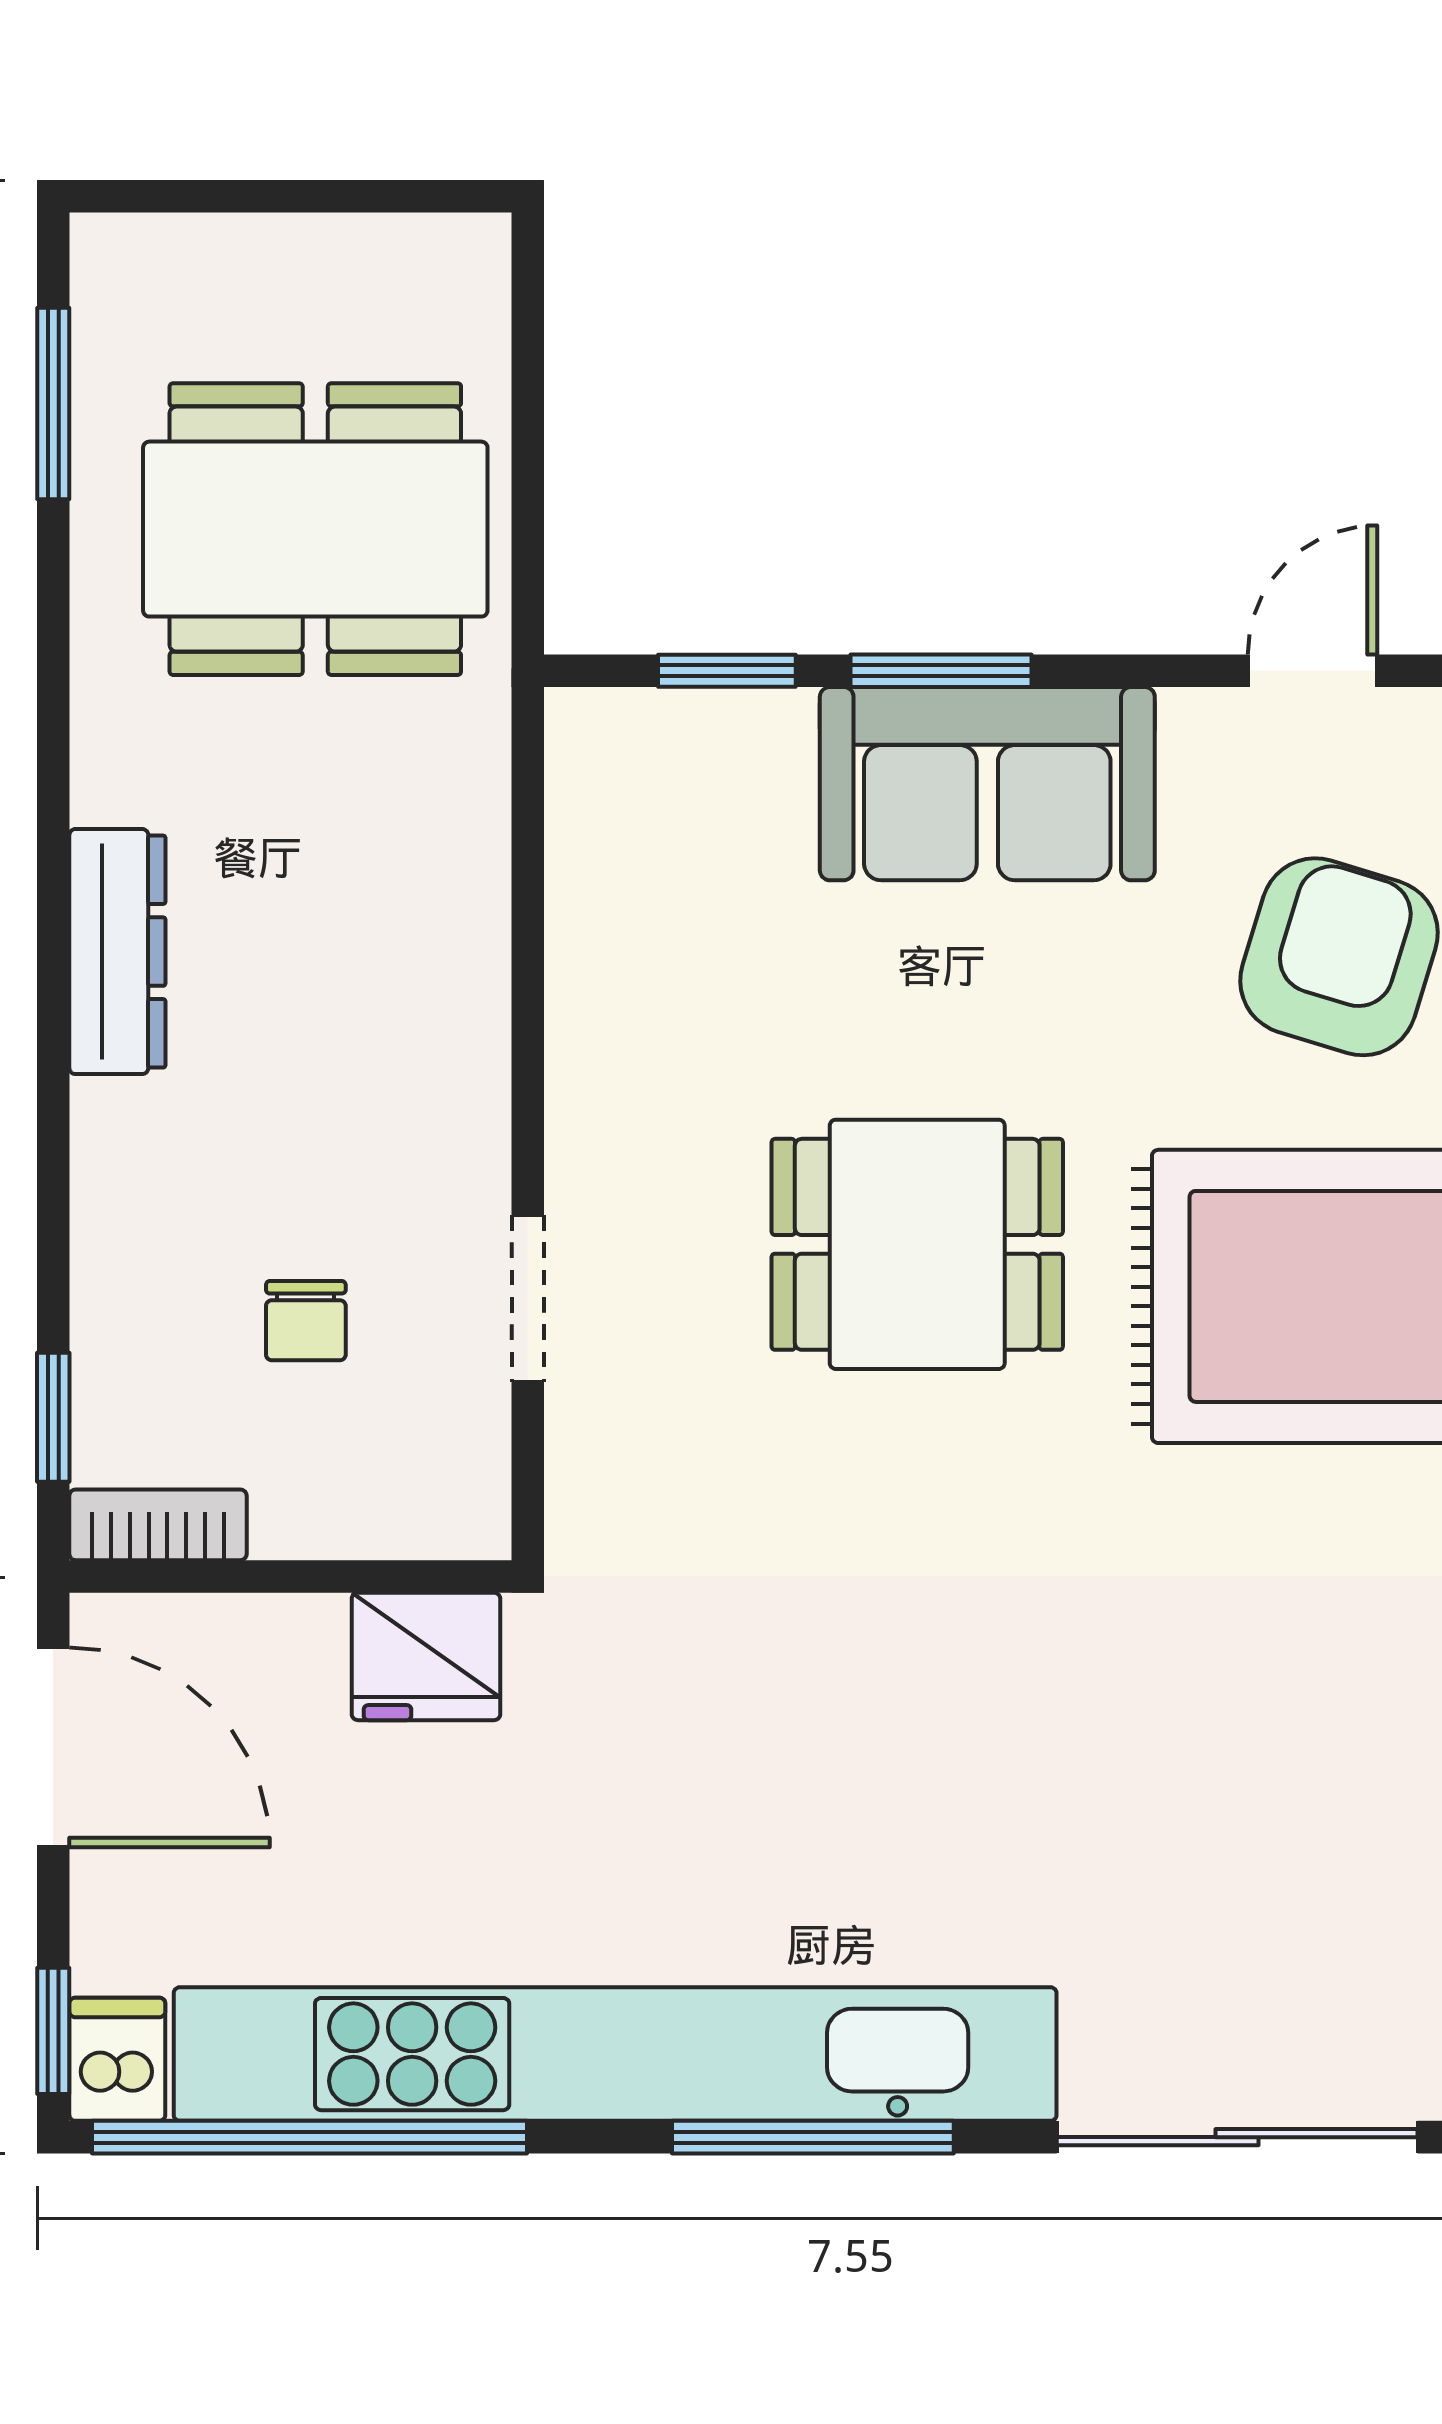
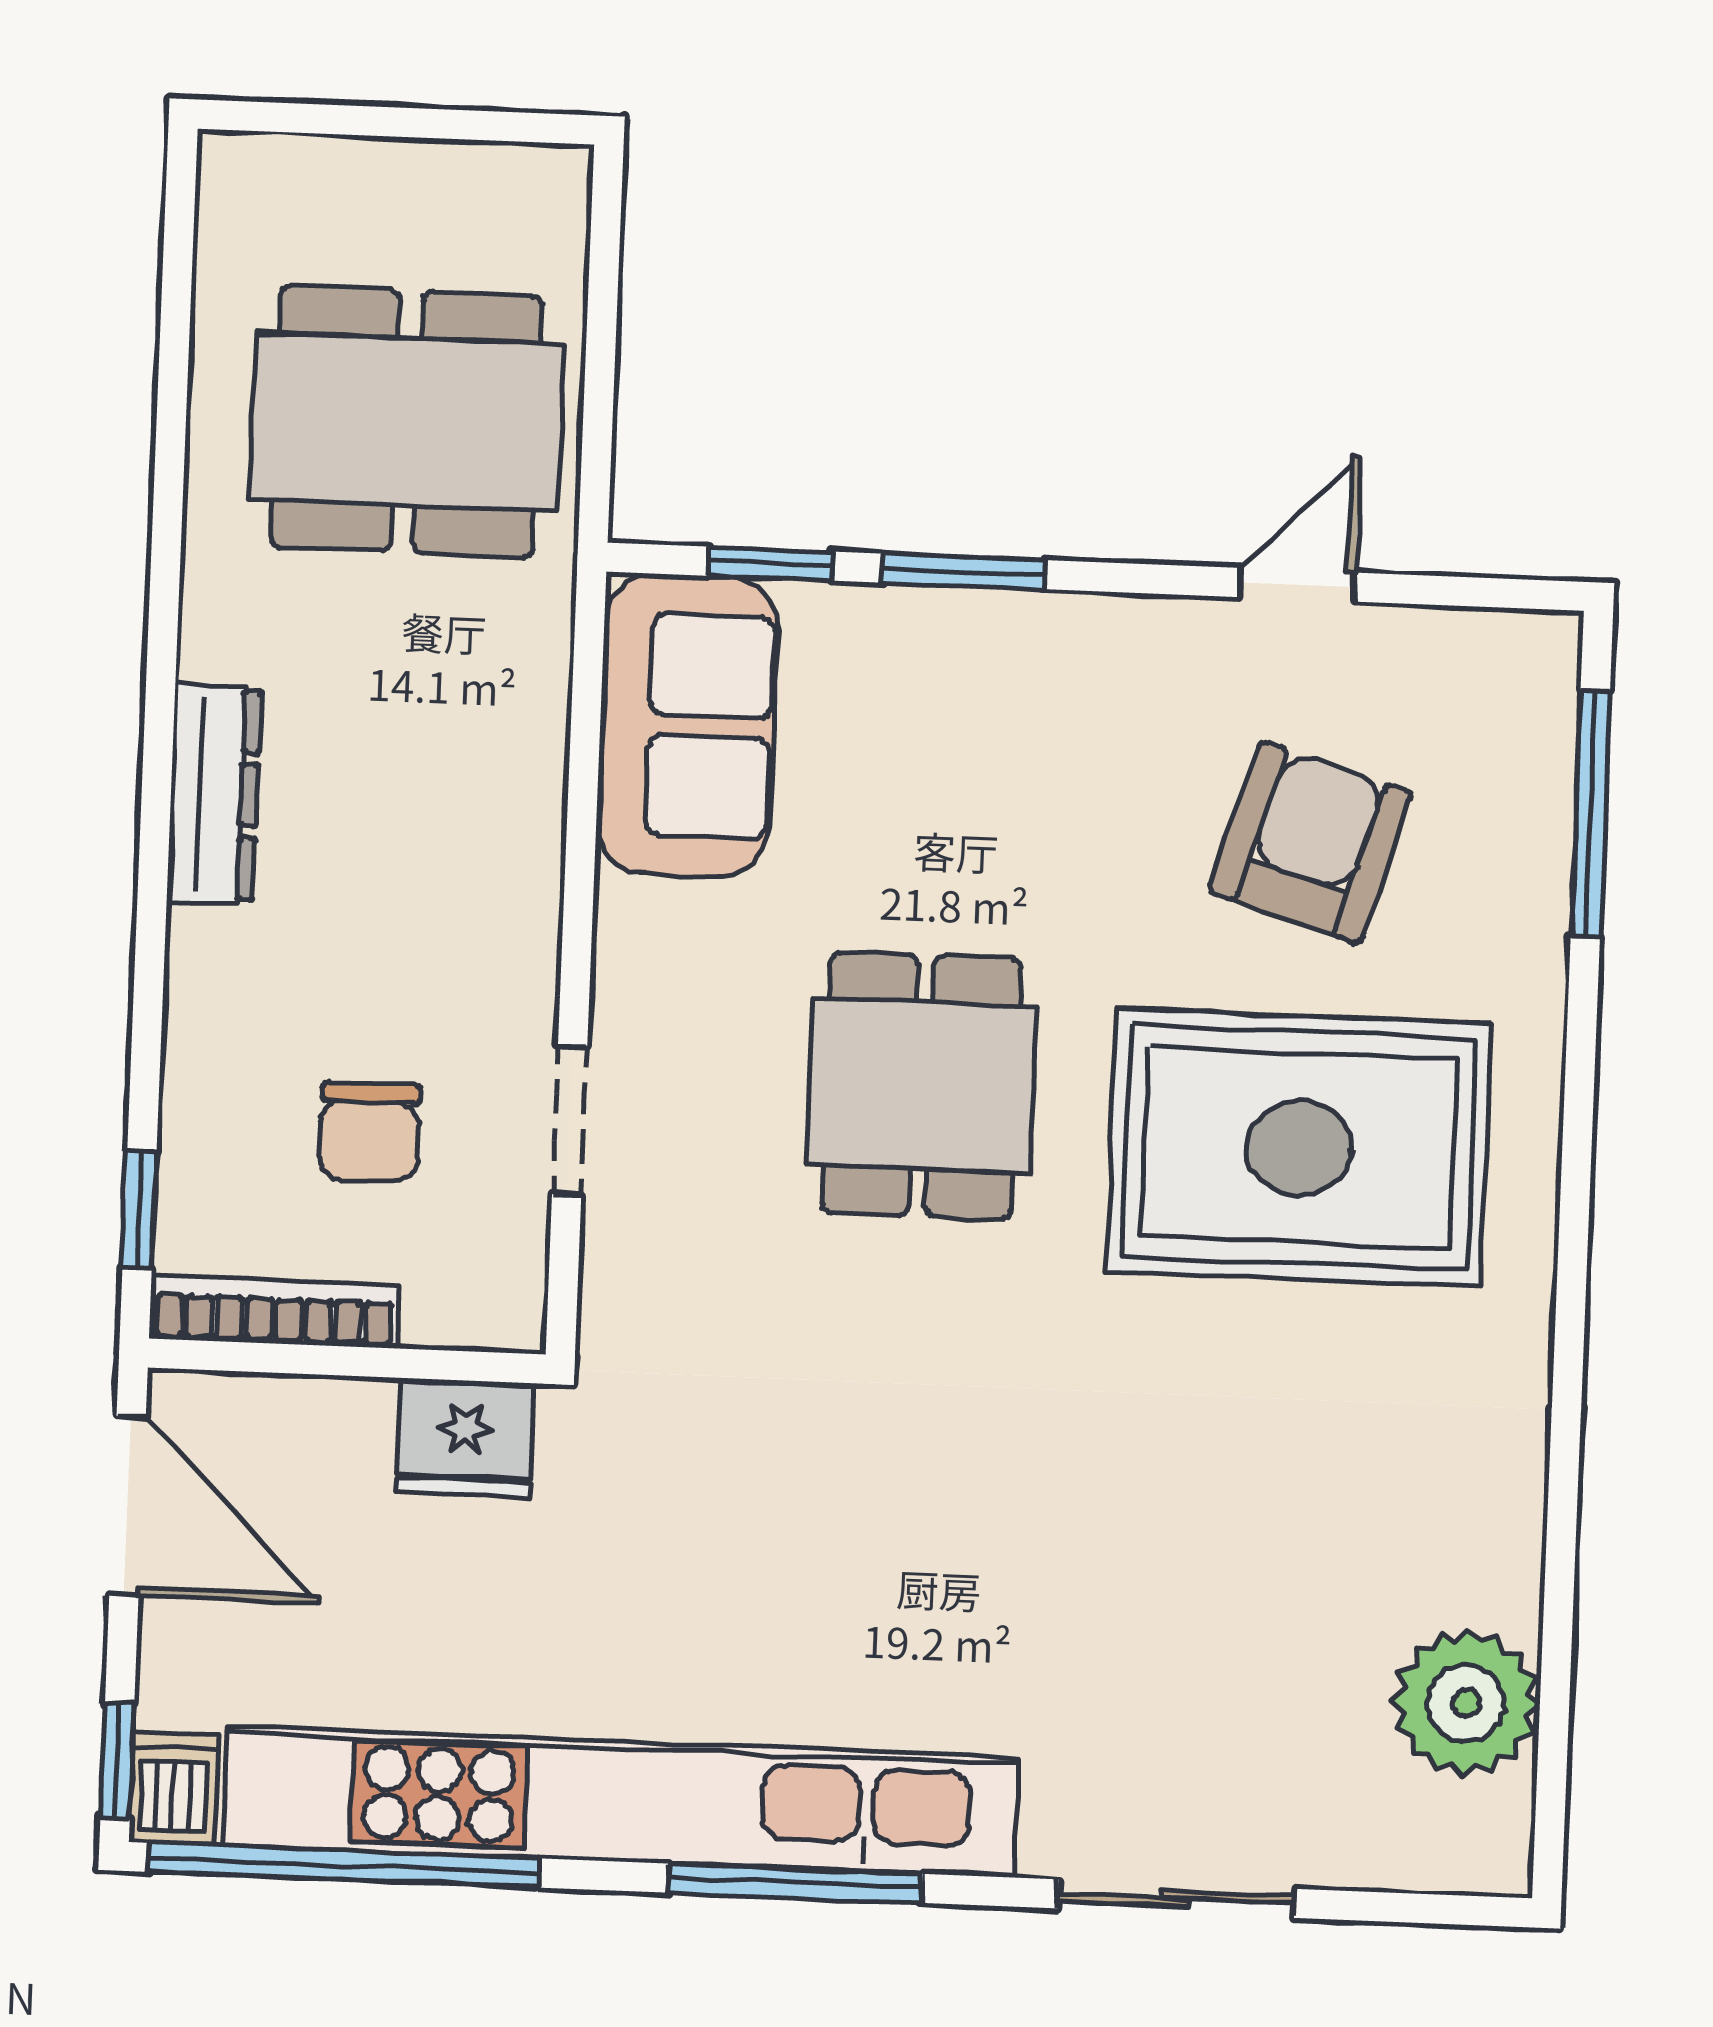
window: (53, 404) -> (176, 300), removed
sofa: (987, 784) -> (687, 725), moved, turned -90
dining table: (917, 1244) -> (921, 1086), turned 90
chair: (306, 1321) -> (370, 1132), width x1.37, depth x1.37
bookcase: (158, 1525) -> (274, 1312), width x1.56
sliding door: (1237, 2137) -> (1176, 1899), width x0.73

